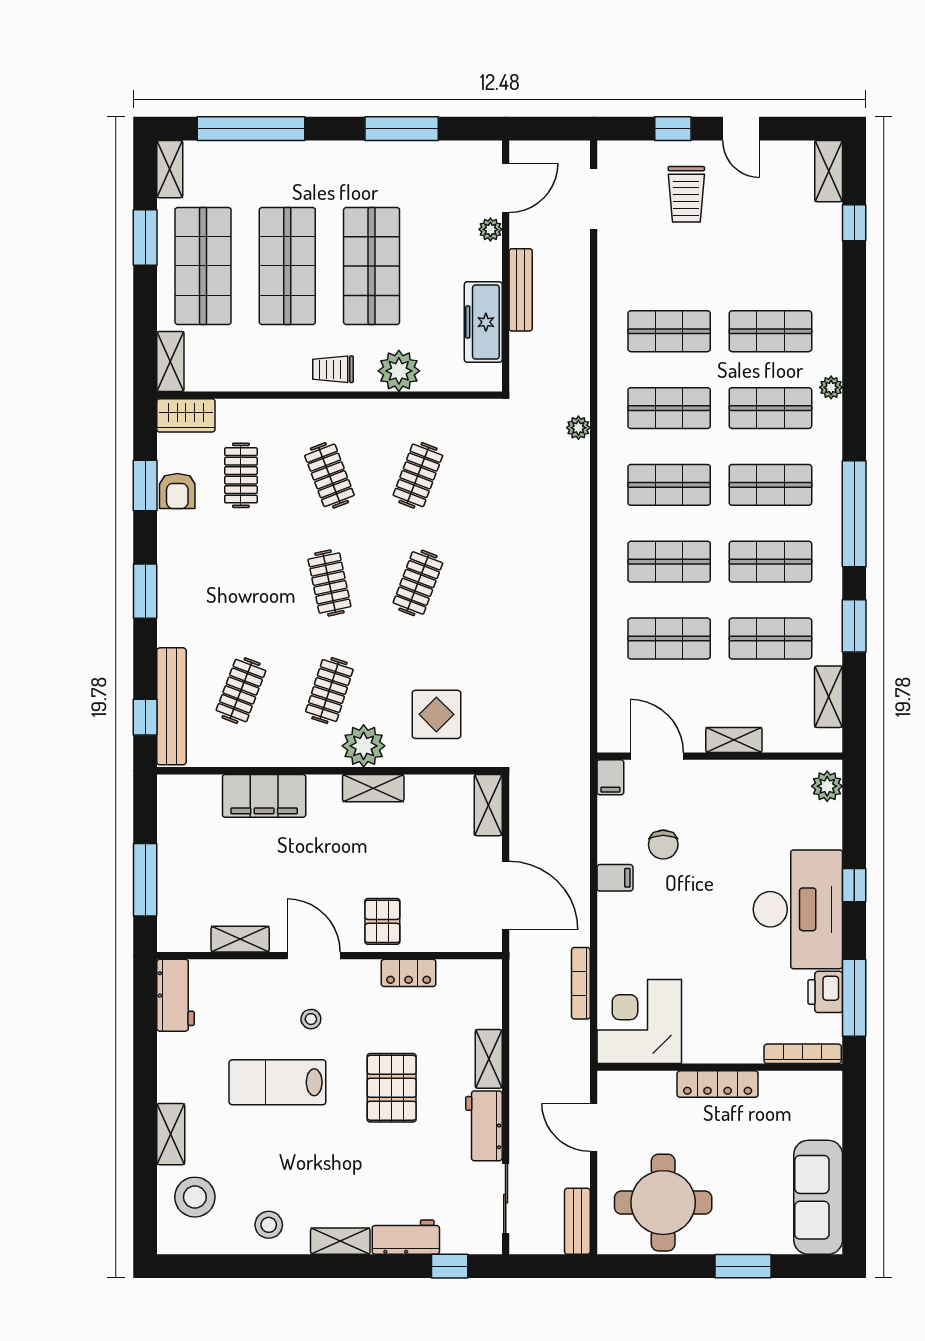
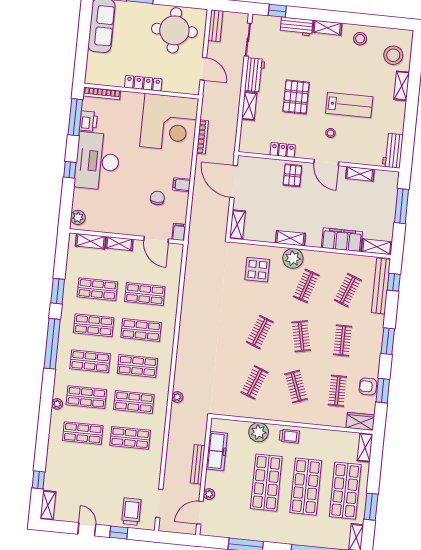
trolley: (686, 194) -> (131, 512), moved
armchair: (177, 491) -> (368, 386), turned -90
clothes rail: (241, 583) -> (343, 340), added
shelving: (829, 697) -> (91, 241), moved, turned 90
shelving: (189, 788) -> (377, 247), added
corner desk: (639, 1022) -> (169, 123), width x1.36, depth x1.36

